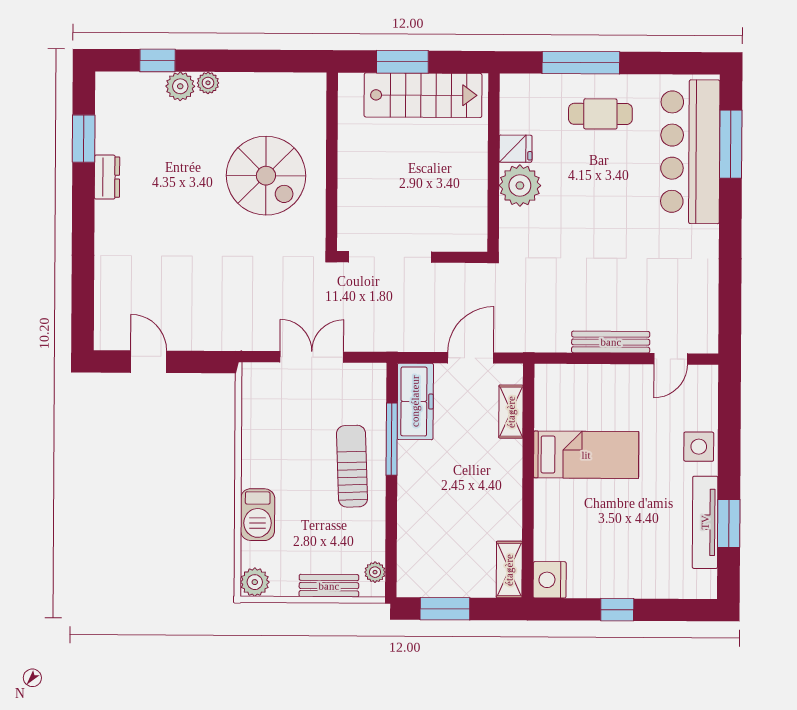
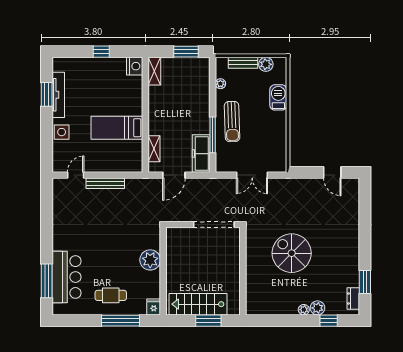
fridge: (516, 149) -> (154, 307), moved, turned 90
bar counter: (690, 152) -> (67, 277), width x0.73
spiral stairs: (266, 176) -> (292, 253), moved
dresser: (107, 177) -> (353, 298), moved
plant: (375, 572) -> (220, 84), moved
plant: (255, 582) -> (266, 64), moved

